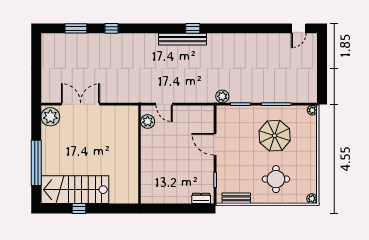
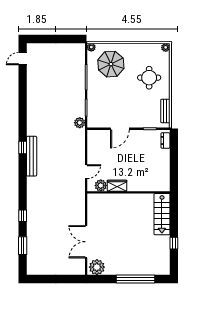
door: (299, 28) -> (23, 59), swing flipped
parasol: (275, 136) -> (111, 64), moved
wardrobe: (147, 141) -> (117, 186), added
stairs: (75, 190) -> (162, 214), moved, width x0.73, depth x0.66

